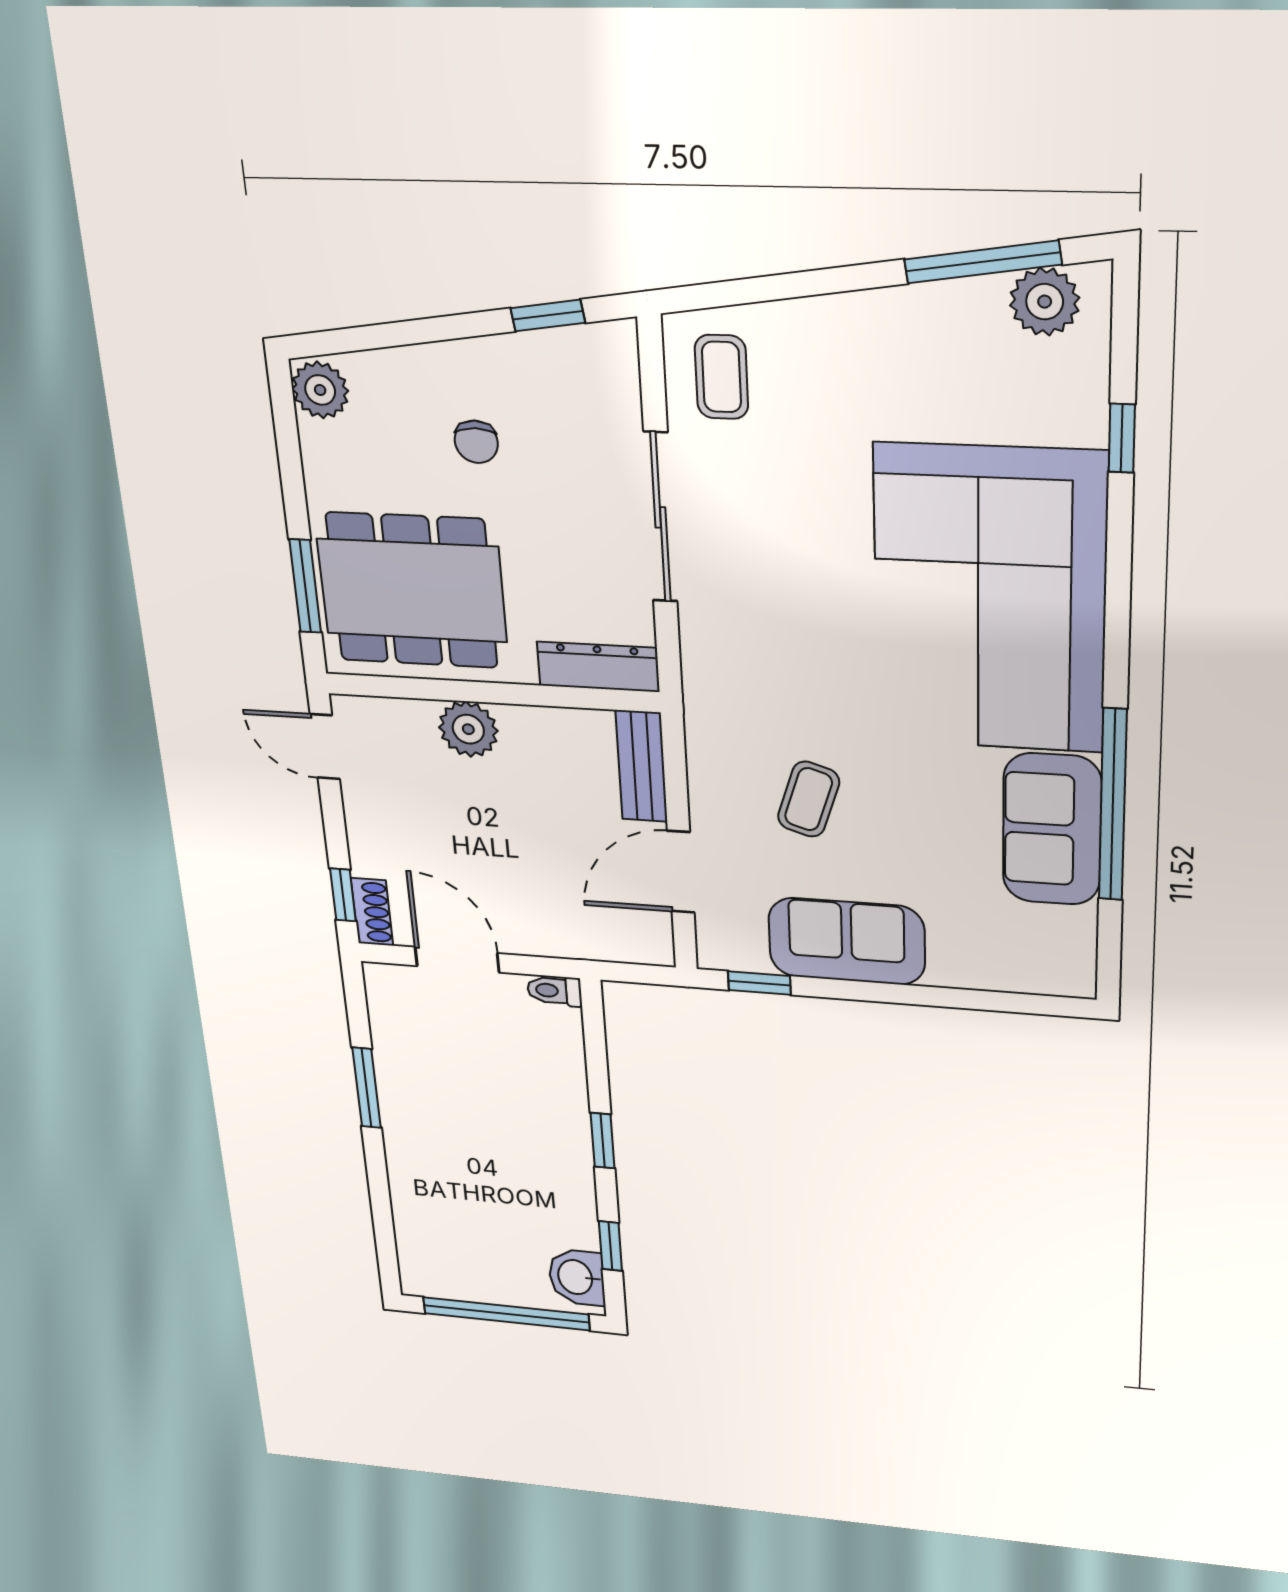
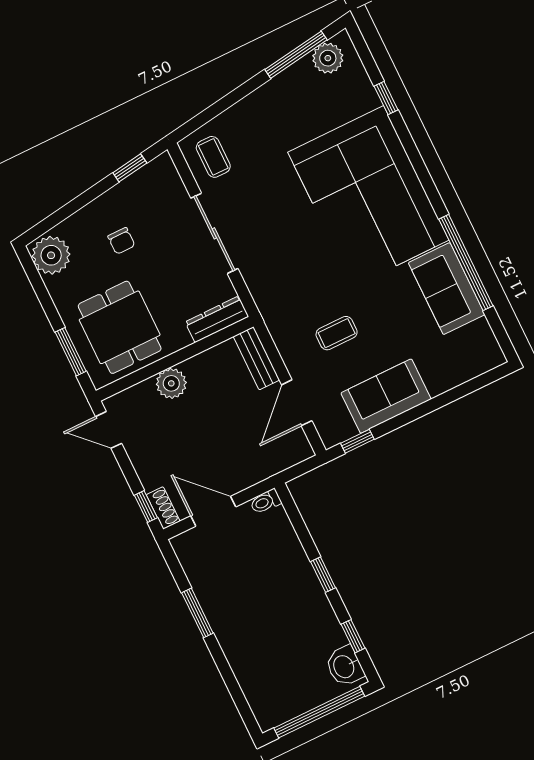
plant: (320, 390) -> (51, 255), width x1.36, depth x1.36
dining table: (412, 590) -> (120, 327), width x0.73
coffee table: (809, 799) -> (337, 333), turned 72

